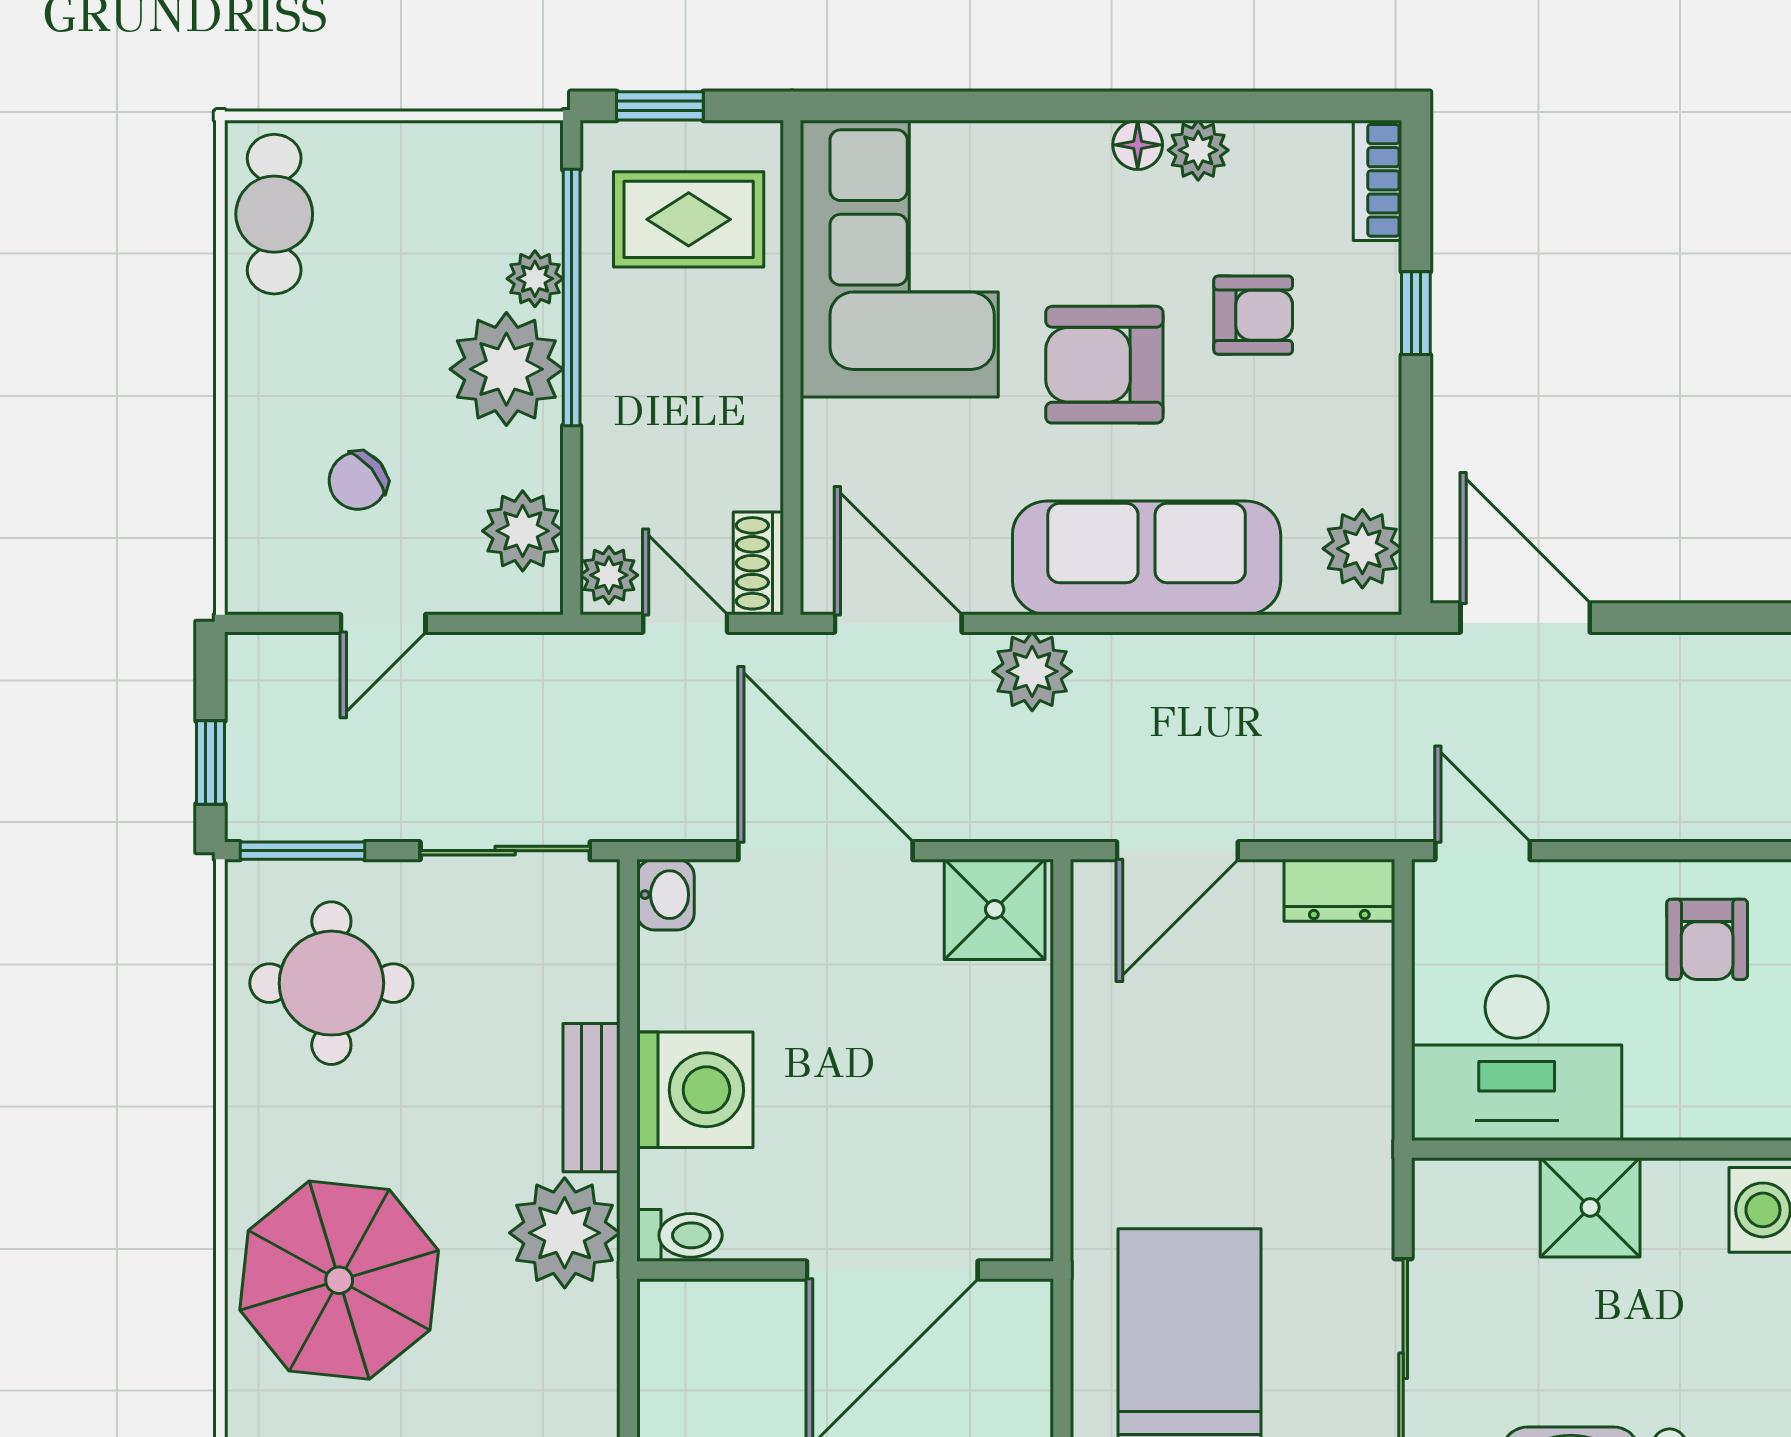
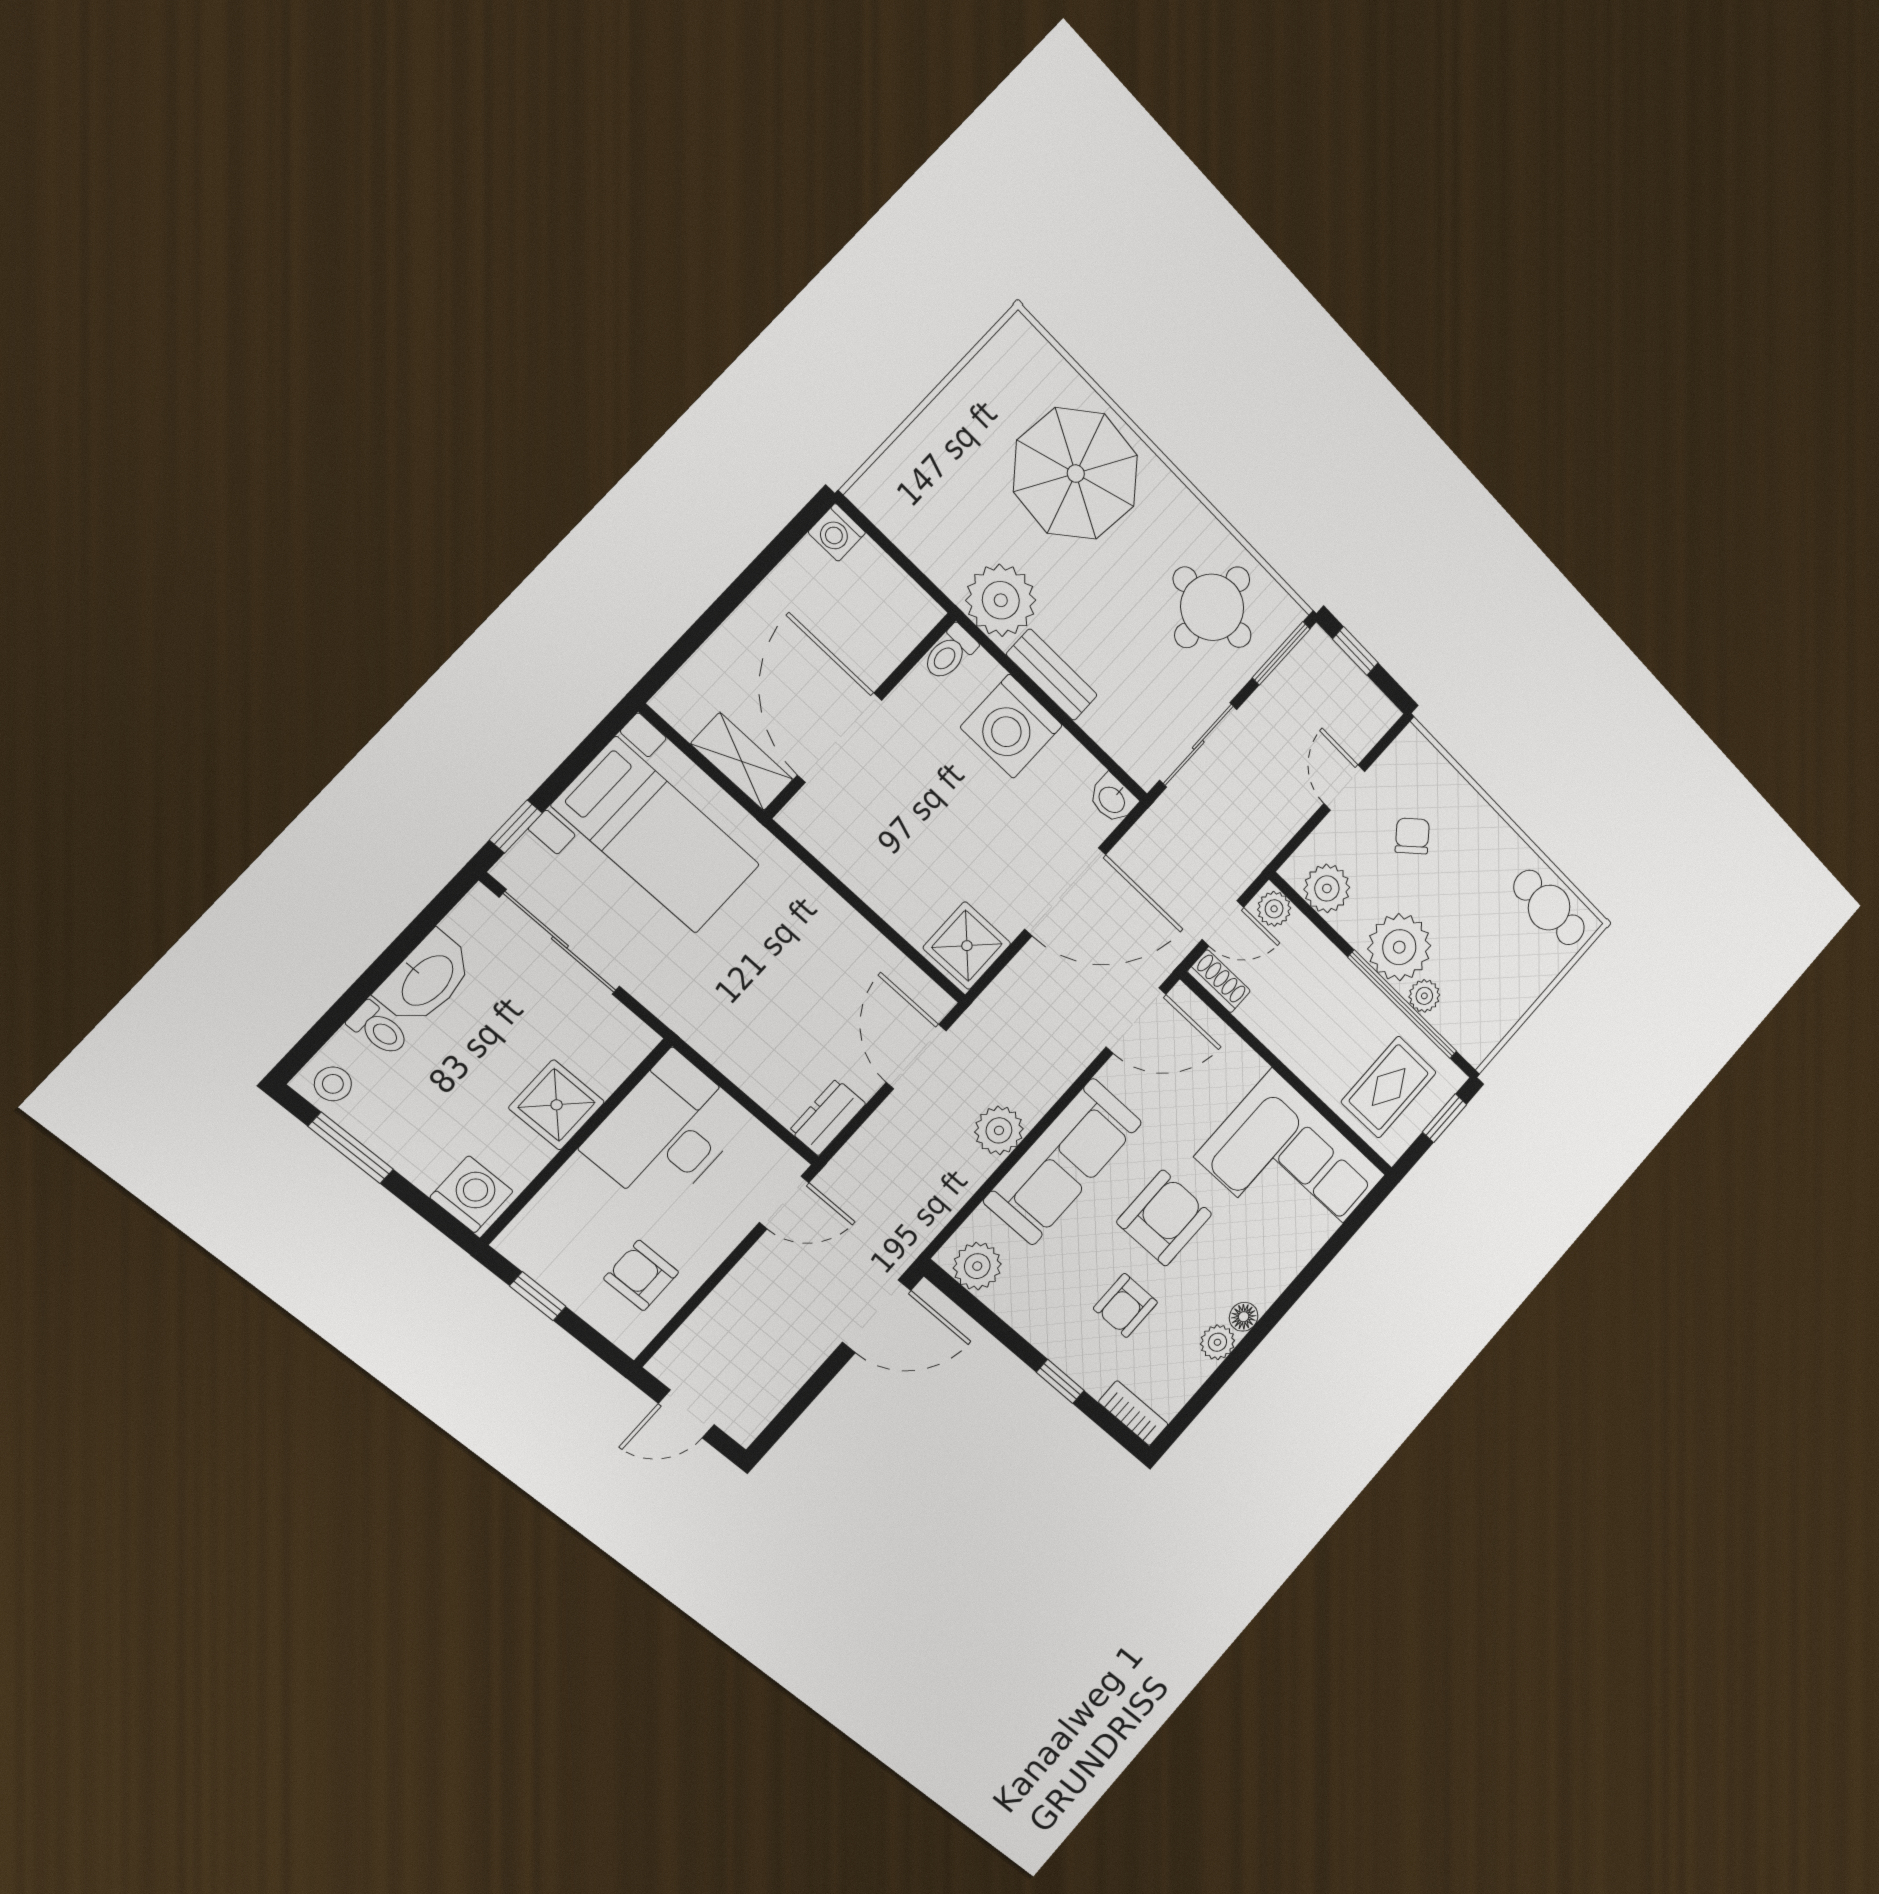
plant: (1032, 671) -> (999, 1130), moved
shelving: (1021, 1352) -> (742, 762), added

